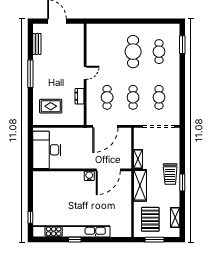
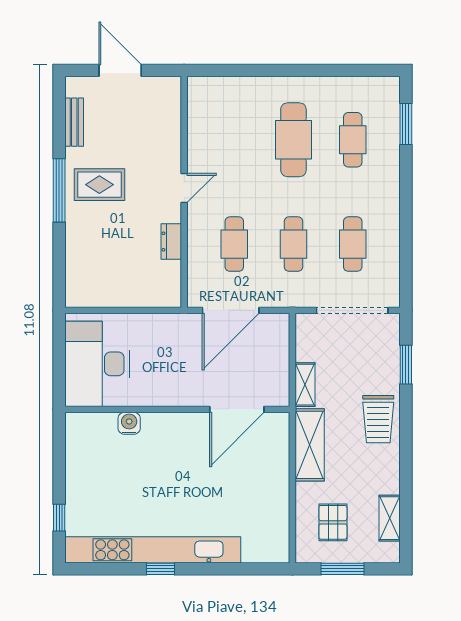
rug: (51, 106) -> (99, 185), moved
water cooler: (89, 176) -> (129, 423), moved
window: (182, 182) -> (406, 365), moved
pallet: (150, 219) -> (333, 522), width x0.67, depth x0.71

